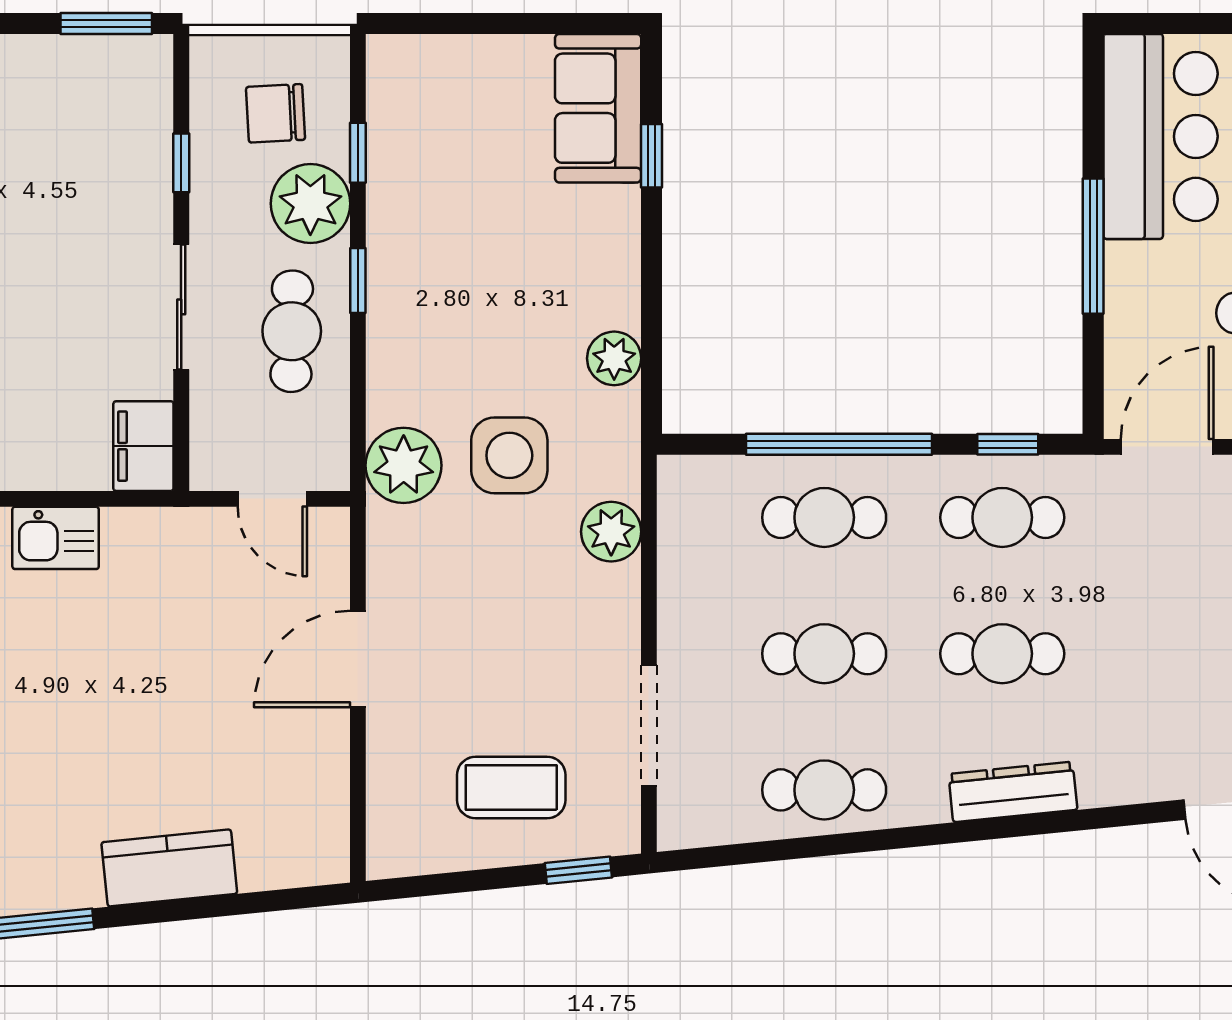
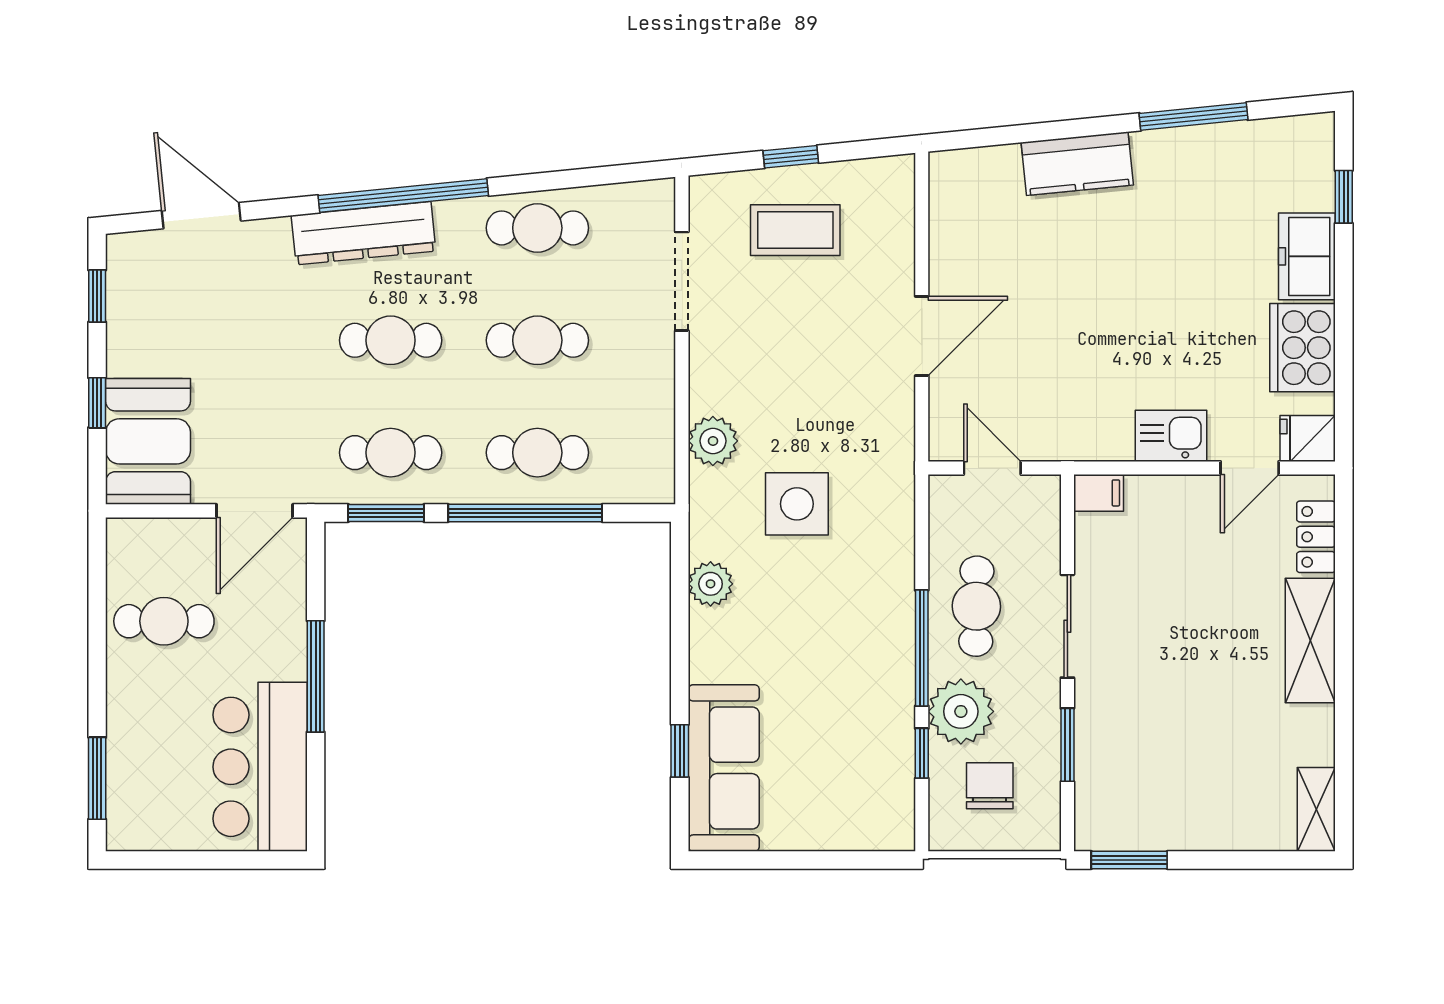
sofa: (598, 108) -> (724, 768), width x1.36
chair: (276, 113) -> (990, 786), turned -87
window: (181, 163) -> (1067, 745), width x1.50
window: (358, 280) -> (922, 648), width x2.17
window: (1008, 444) -> (386, 513), width x1.50
filing cabinet: (143, 446) -> (1099, 493), width x0.50
plant: (404, 465) -> (884, 496), removed
dresser: (1013, 792) -> (364, 233), width x1.37, depth x1.24
window: (987, 829) -> (403, 195), added
window: (578, 870) -> (791, 157), moved

